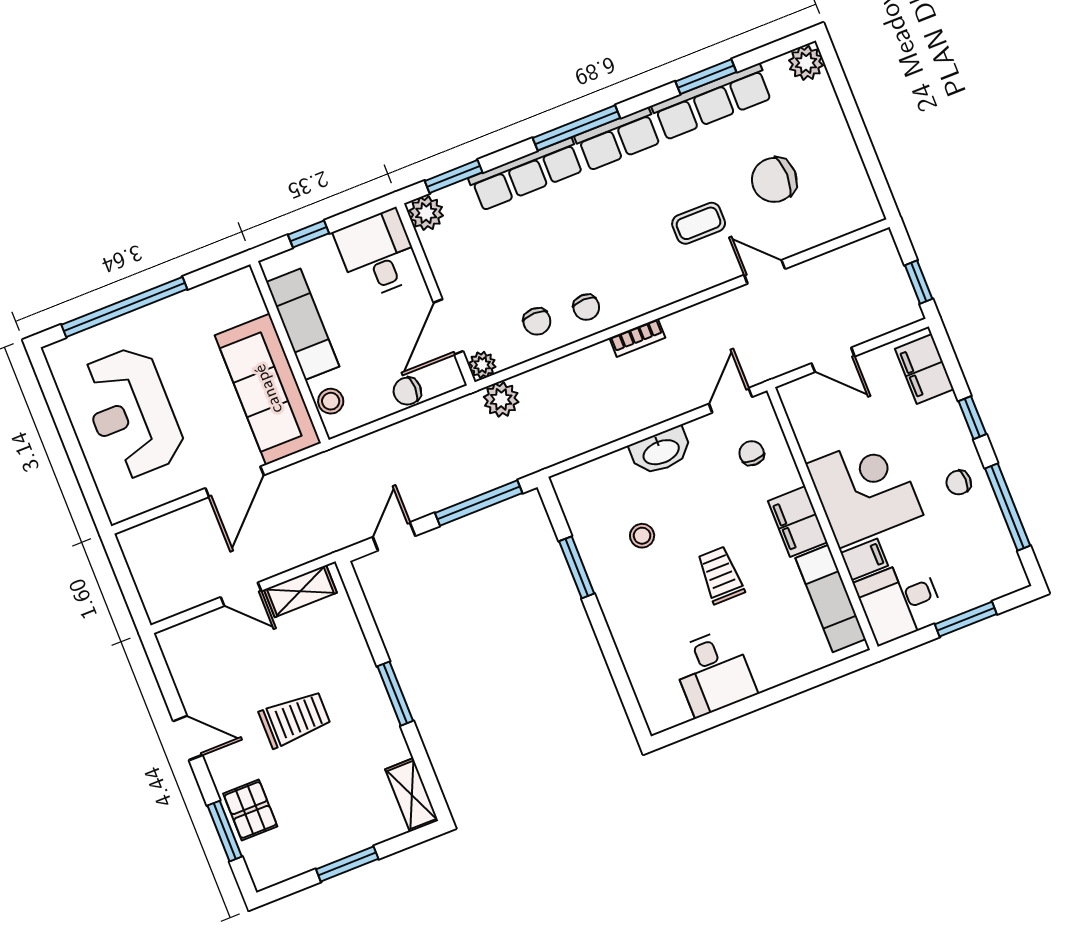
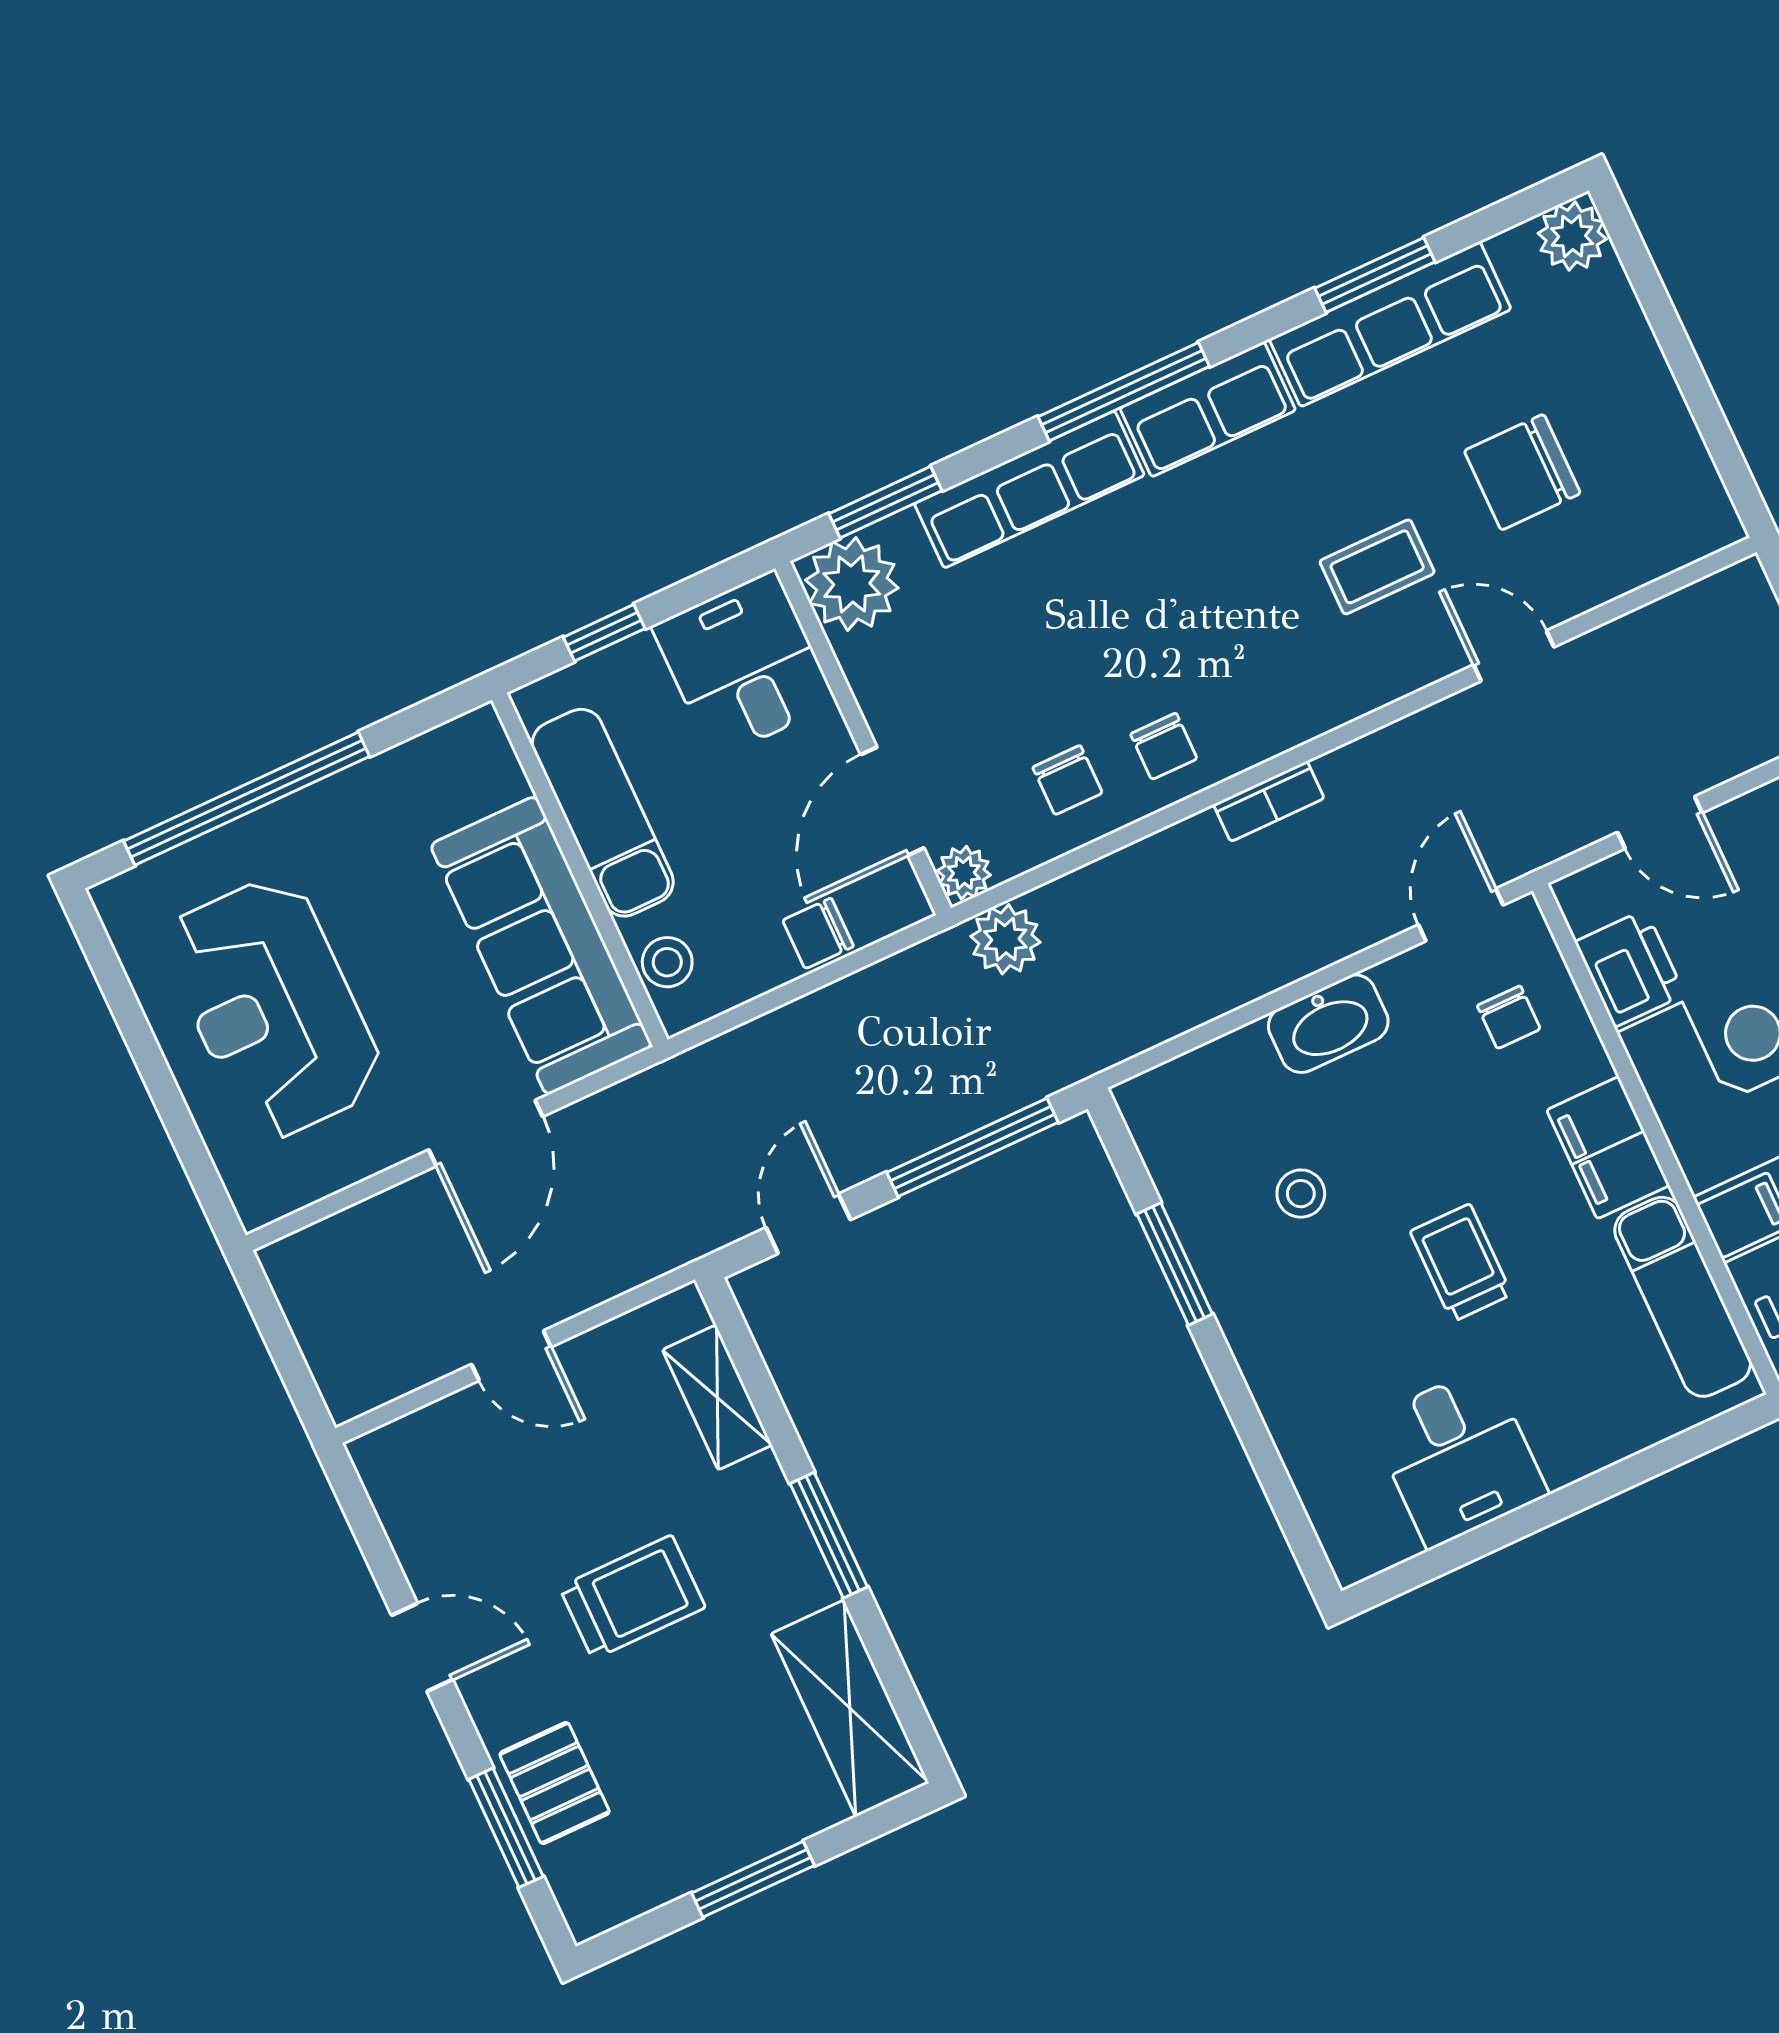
plant: (426, 213) -> (852, 584), width x1.36, depth x1.36
printer: (814, 432) -> (1630, 968), added
chair: (752, 453) -> (1509, 1017), turned 180
shelving: (300, 591) -> (717, 1397), moved, turned 90
shelving: (412, 795) -> (850, 1708), width x1.50, depth x1.33

